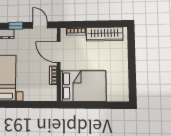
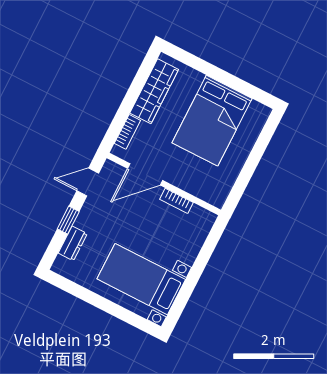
bed: (83, 86) -> (212, 121), moved, turned 180

